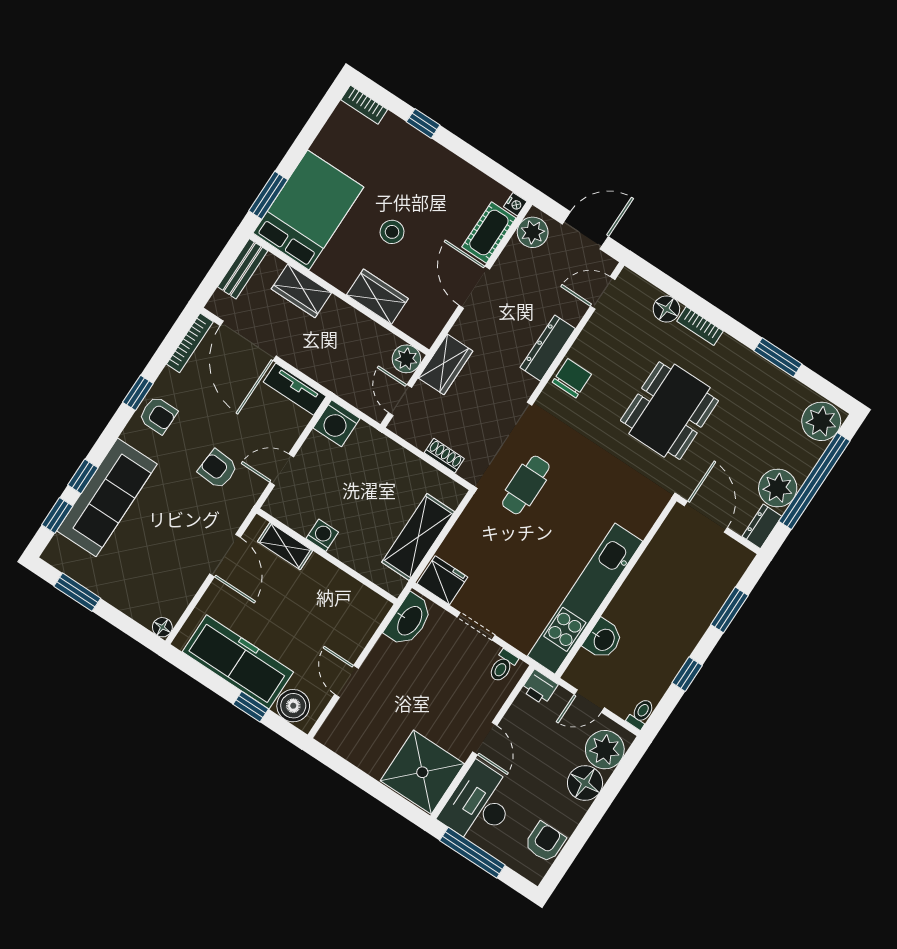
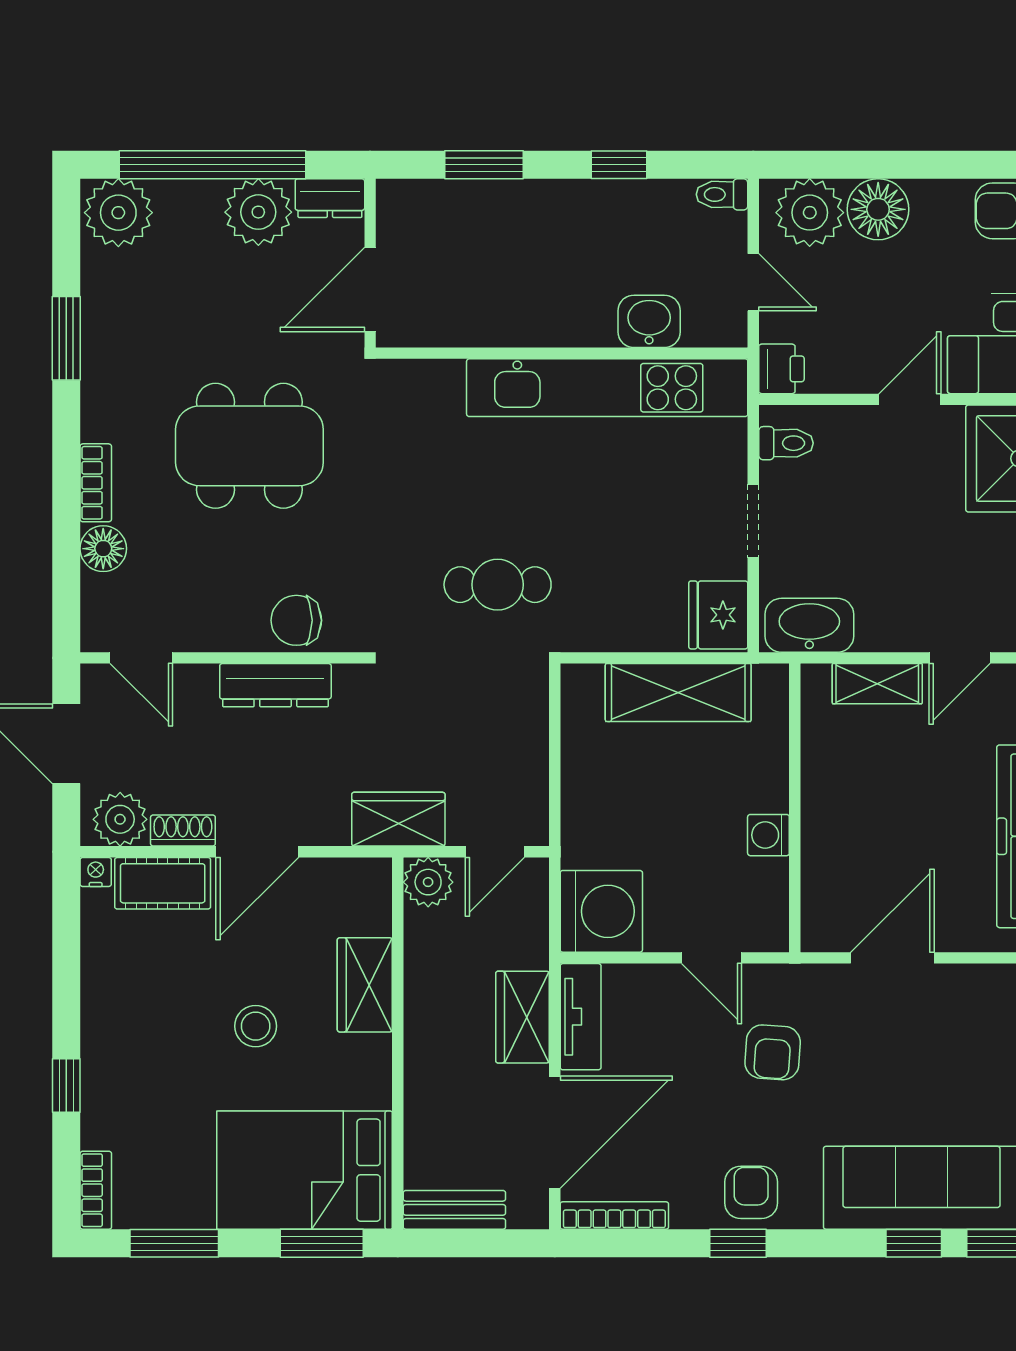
window: (314, 125) -> (174, 1243), added
wardrobe: (301, 291) -> (522, 1017), moved, turned 180
washing machine: (337, 423) -> (601, 911), width x1.37, depth x1.37
shoe rack: (444, 456) -> (183, 831), moved, turned 90
shelving: (285, 546) -> (877, 684), moved, turned 90

